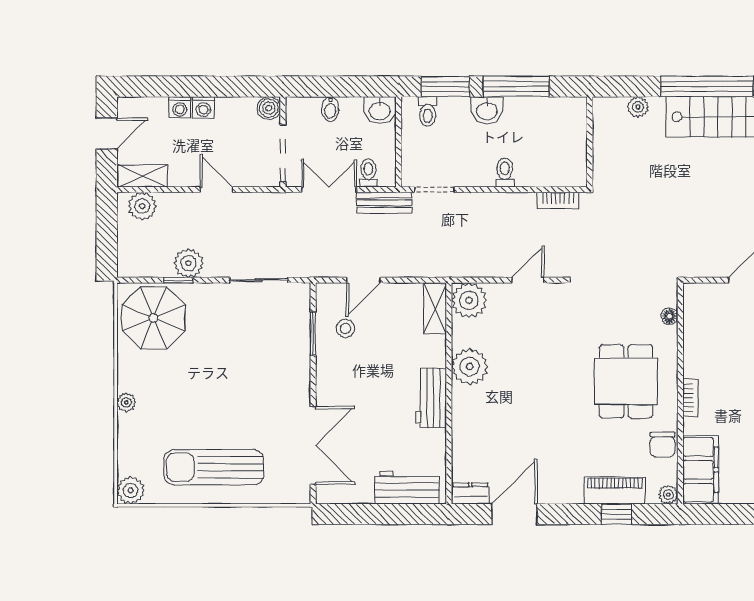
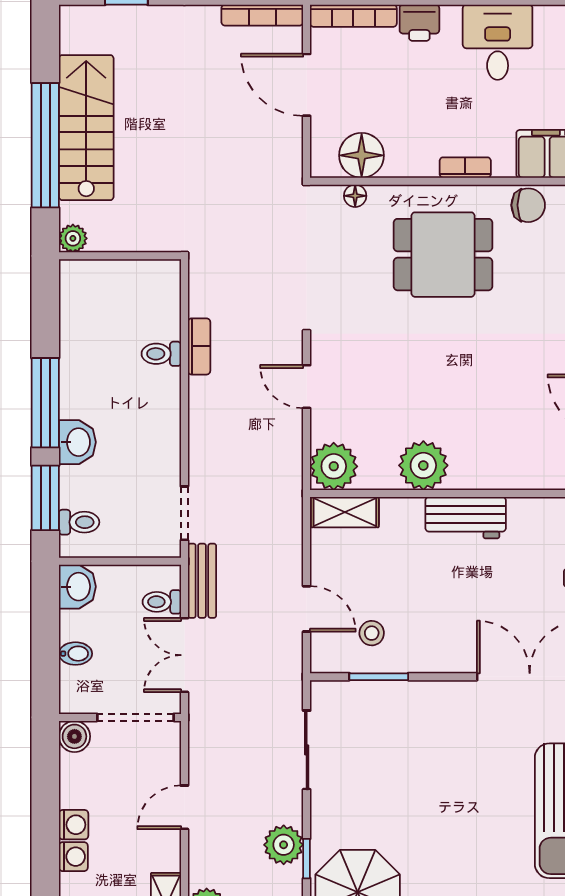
wall: (590, 142) -> (120, 256), moved
toilet: (505, 172) -> (161, 354), moved
floor lamp: (699, 321) -> (362, 155), added

